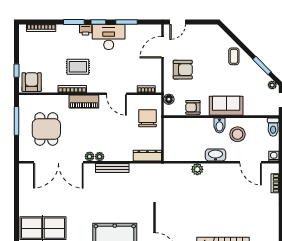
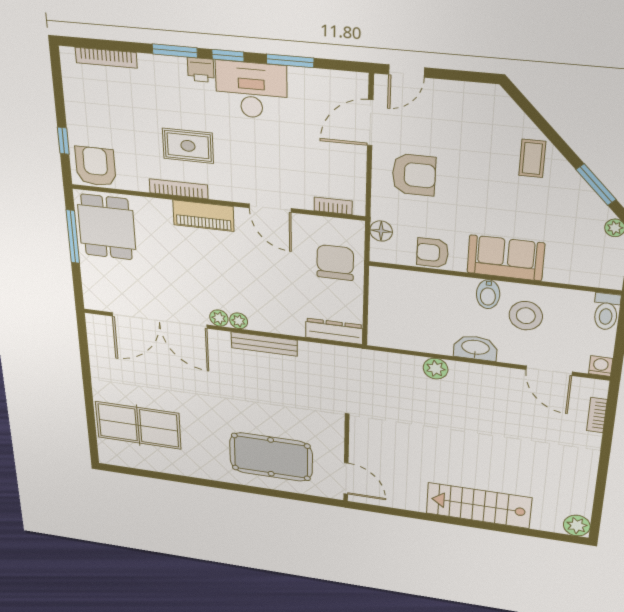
dining table: (46, 129) -> (107, 227), moved

